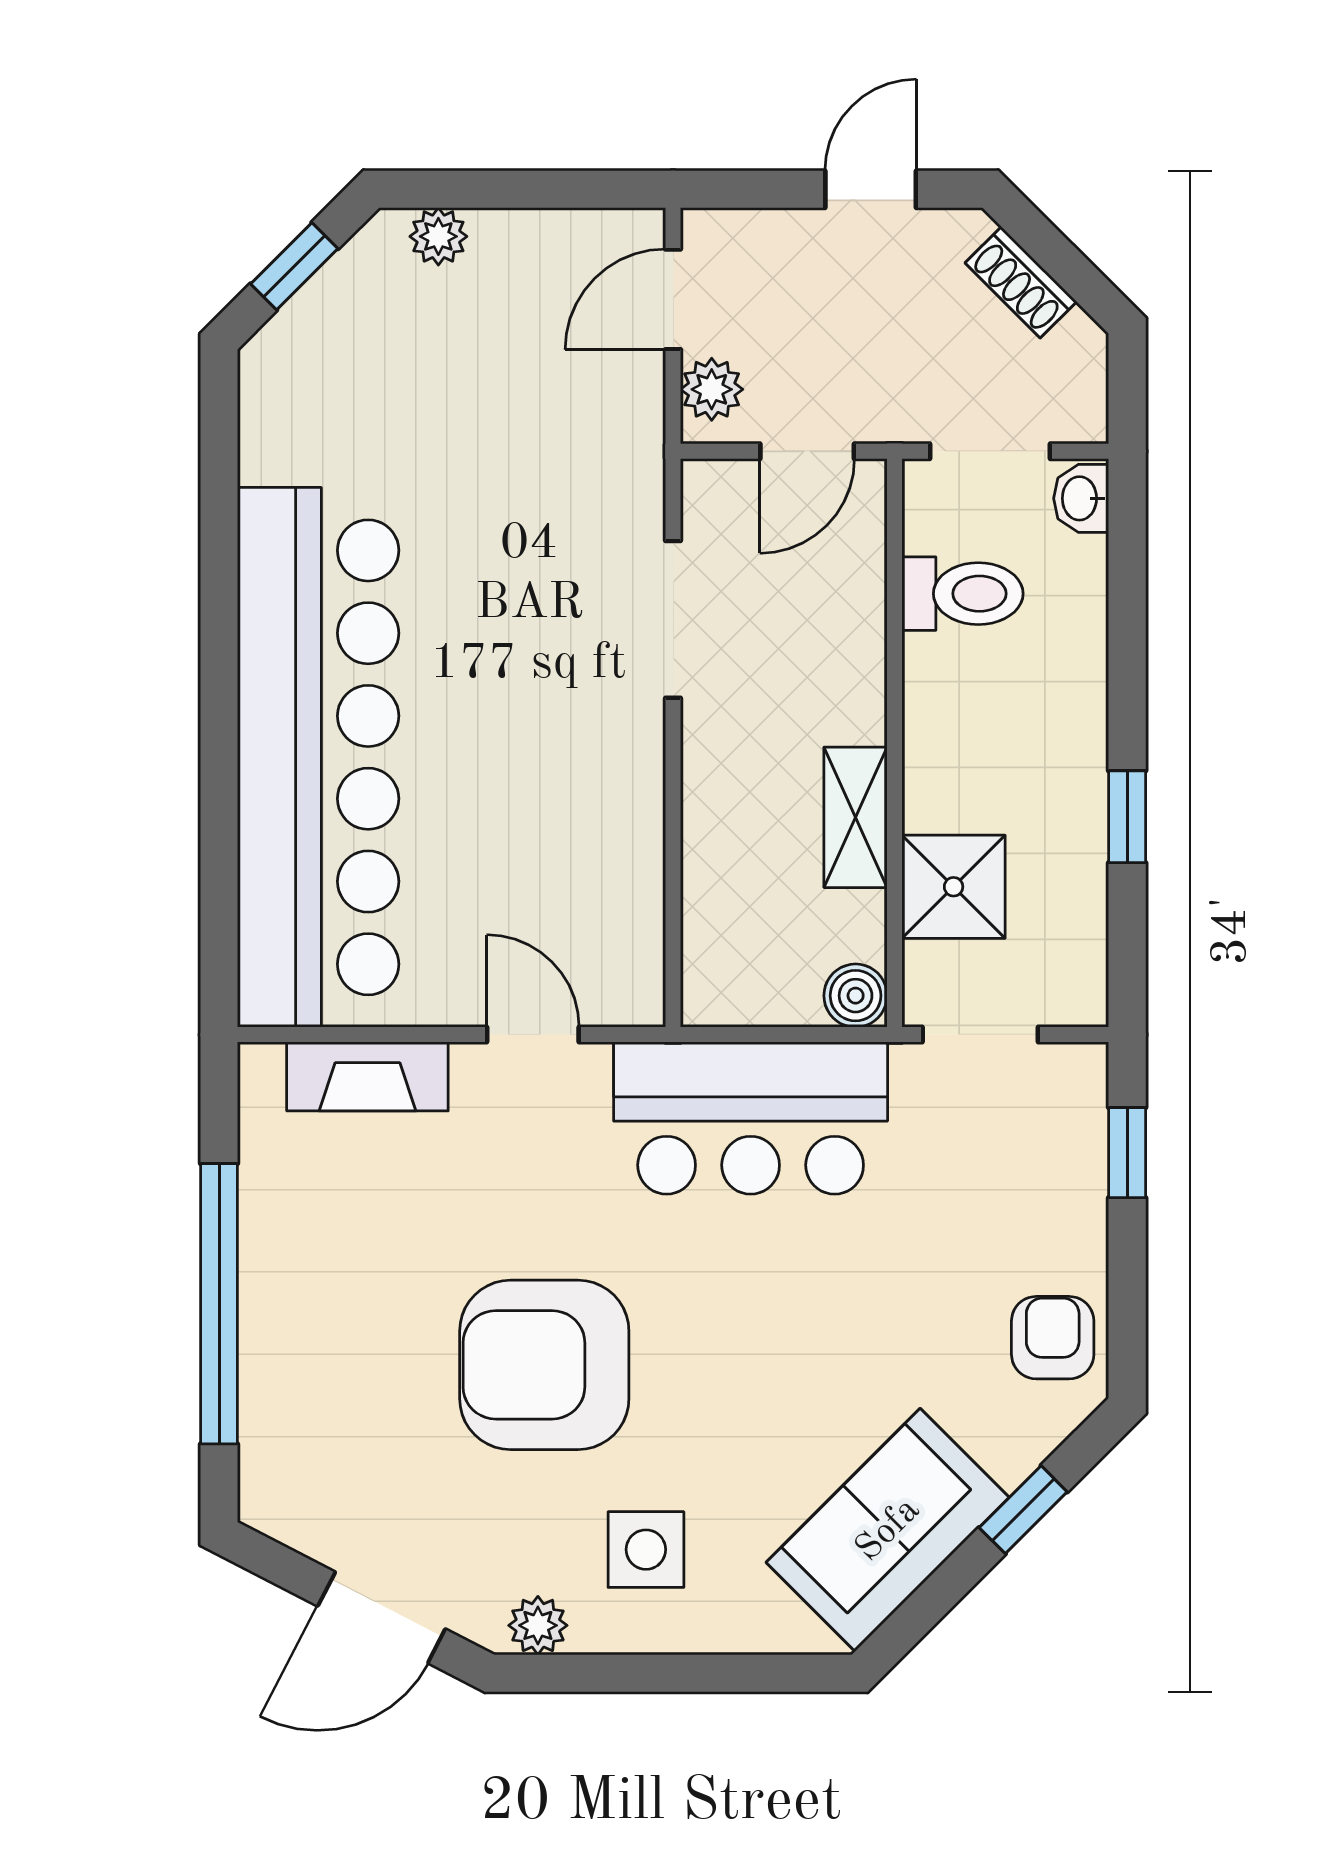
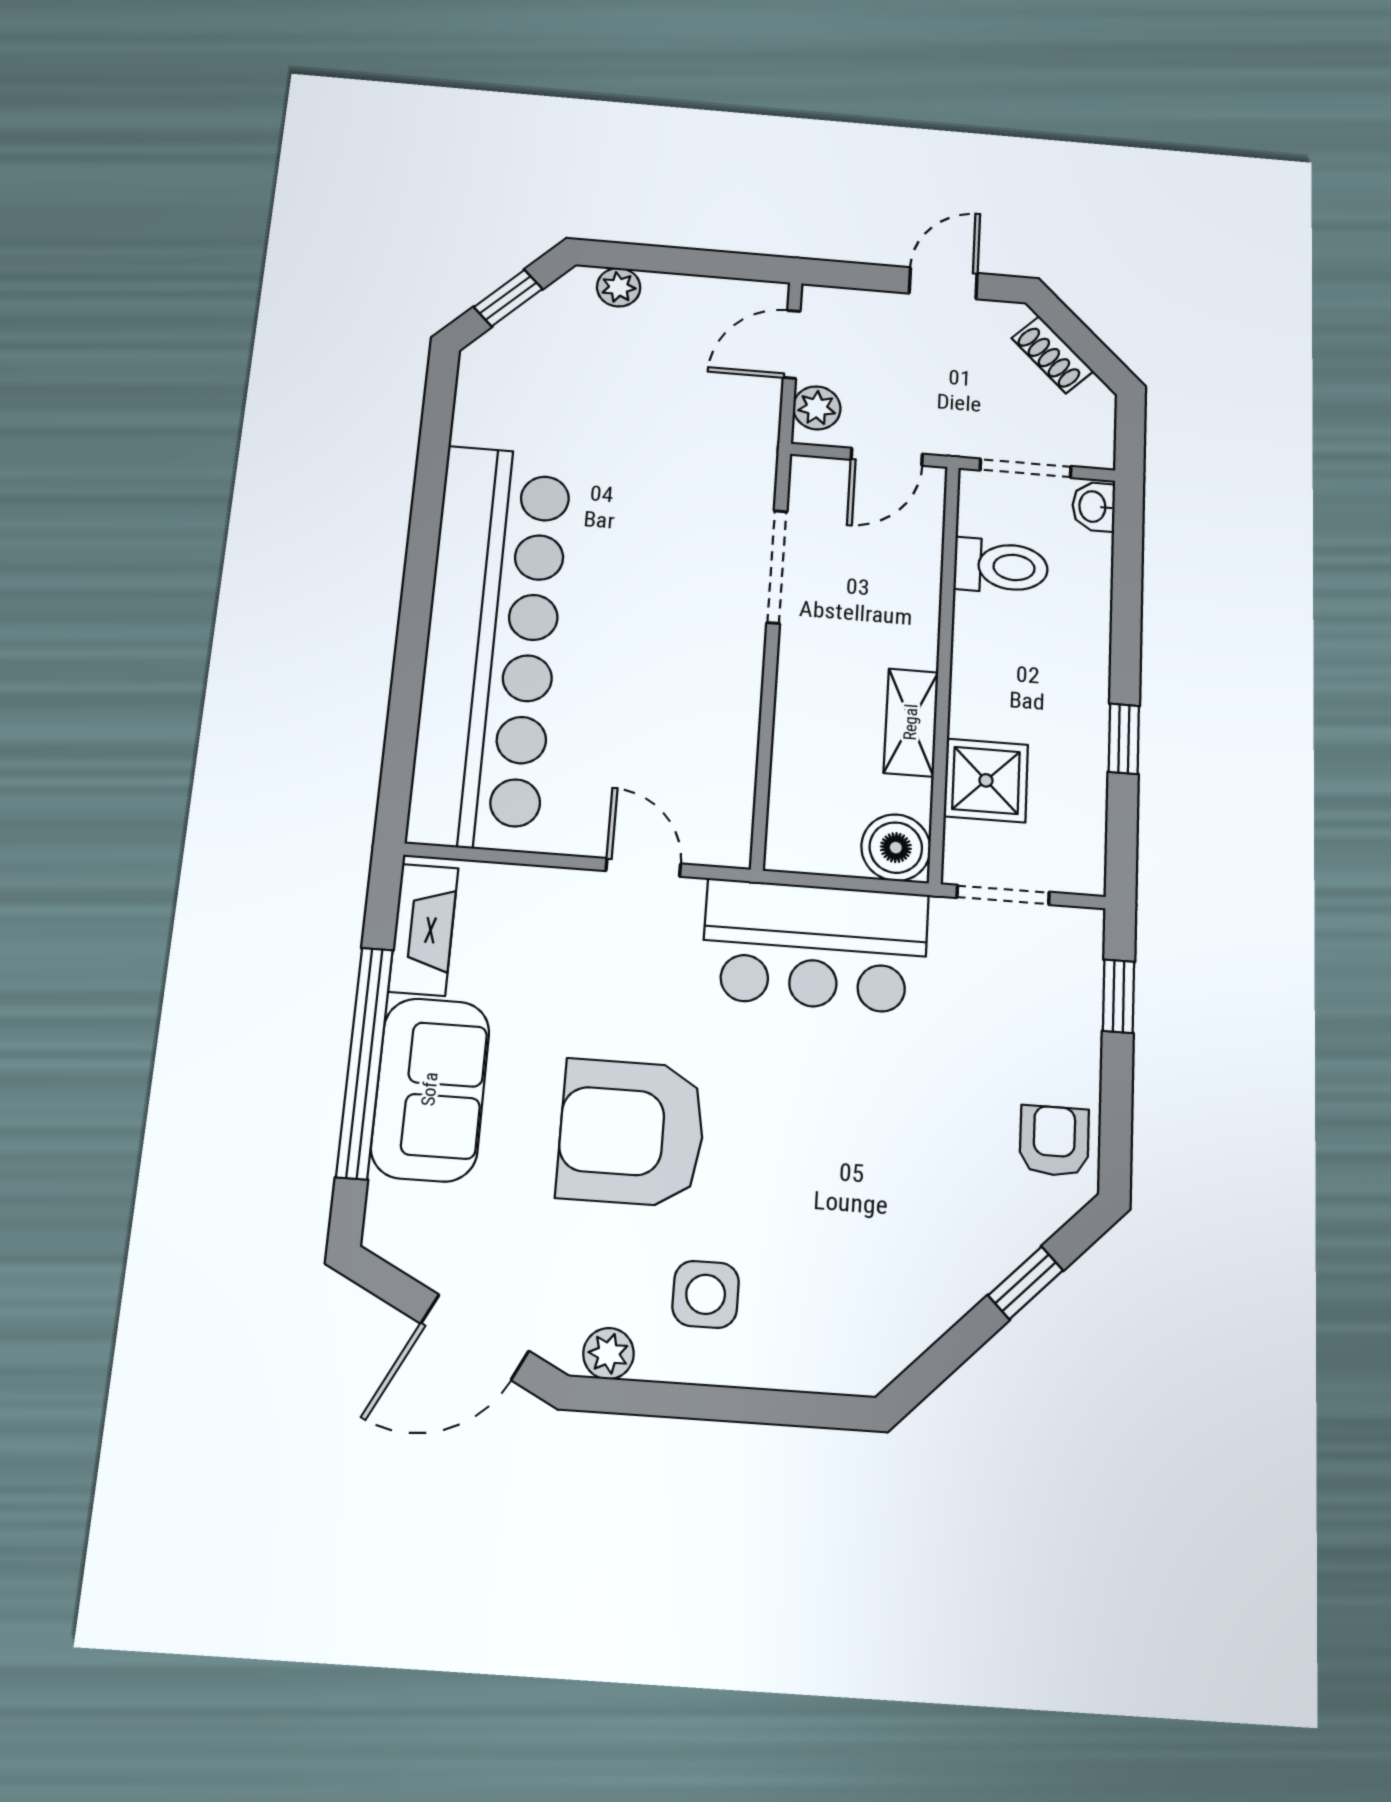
boiler: (856, 996) -> (896, 848), width x1.36, depth x1.36
fireplace: (367, 1076) -> (423, 930), moved, turned -90
sofa: (888, 1530) -> (430, 1089), moved, turned 135

